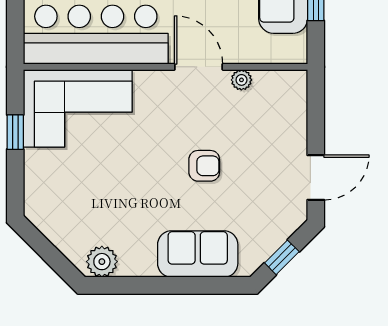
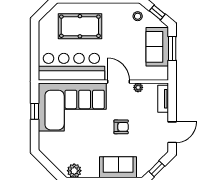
tv unit: (296, 104) -> (163, 99), added
corner sofa: (78, 108) -> (72, 107), width x1.36, depth x1.36

